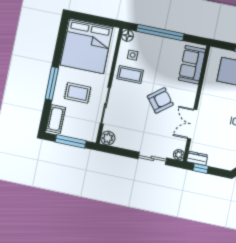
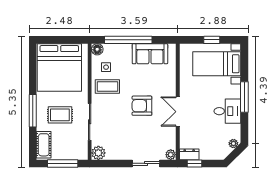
sofa: (192, 65) -> (150, 54), moved, turned -90
armchair: (160, 100) -> (142, 106), turned -142
double door: (192, 124) -> (178, 112), moved

